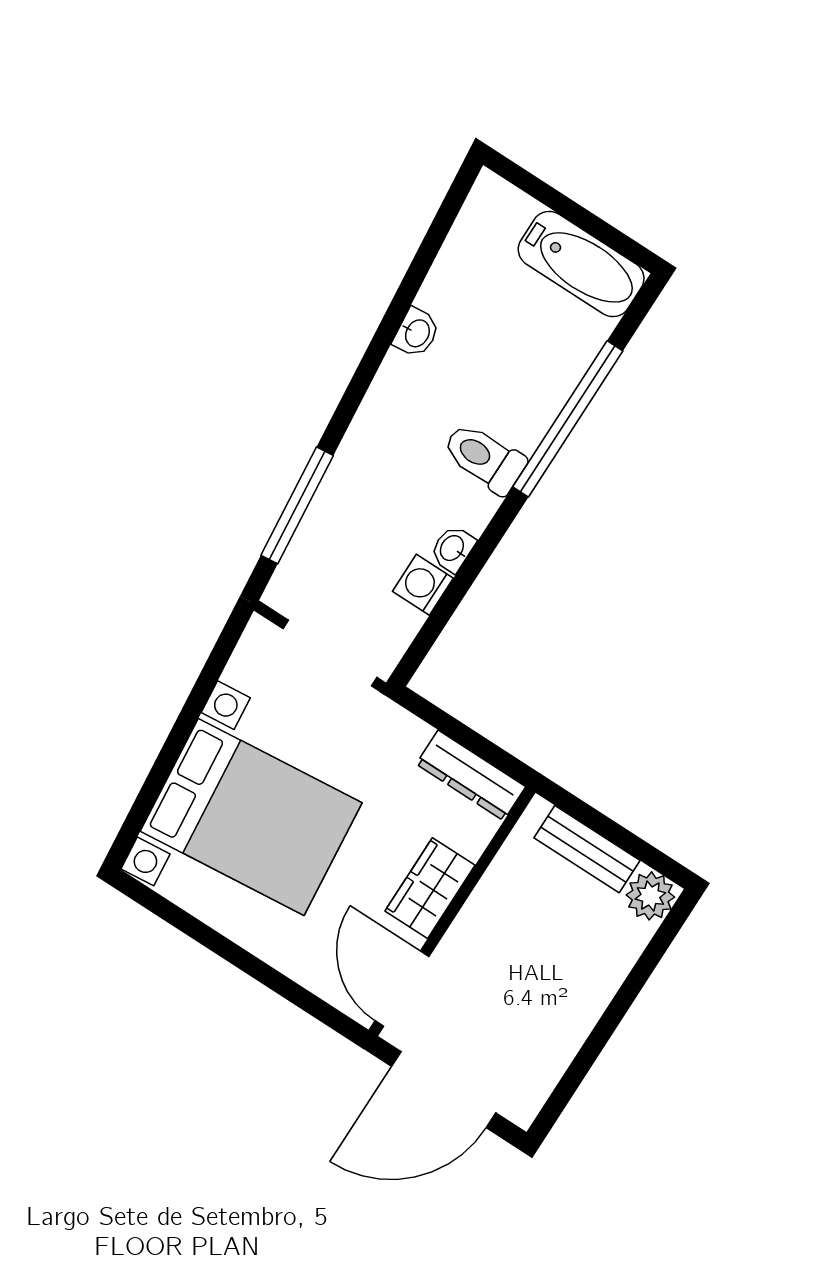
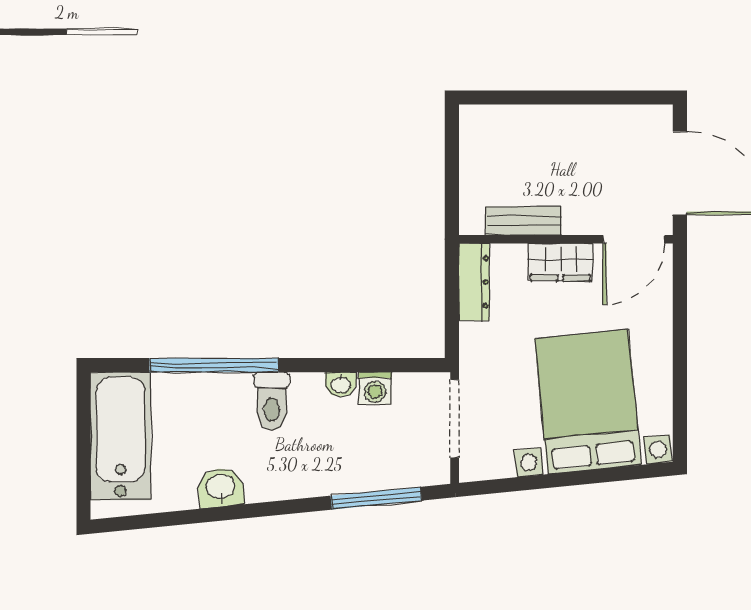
bathtub: (581, 264) -> (121, 436), width x1.36, depth x1.36
washbasin: (417, 333) -> (221, 488), width x1.38, depth x1.45
bench: (587, 849) -> (524, 221), moved, turned 90
plant: (650, 896) -> (477, 122), removed

